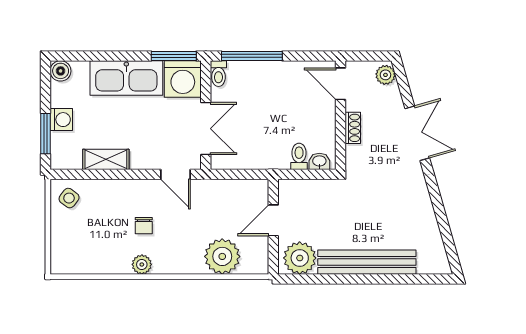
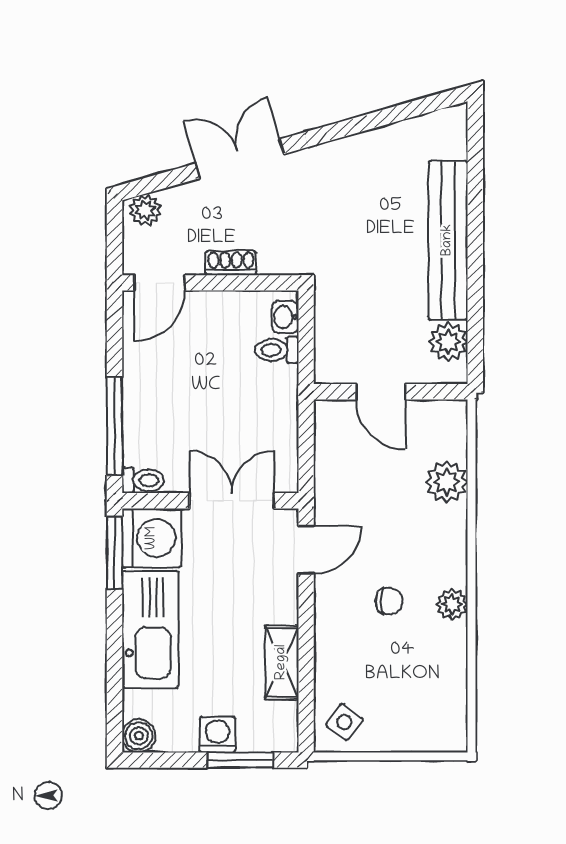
plant: (222, 256) -> (447, 482), width x0.73, depth x0.73
plant: (300, 258) -> (448, 342), width x0.73, depth x0.73

